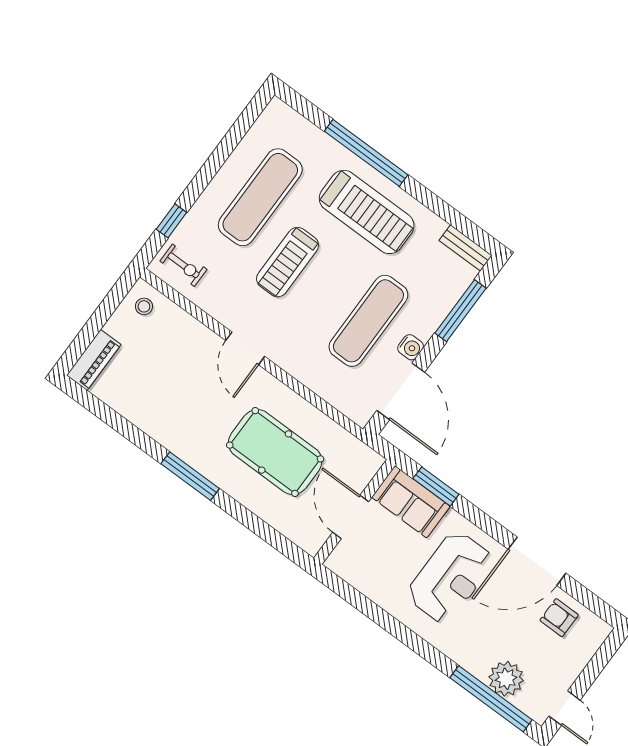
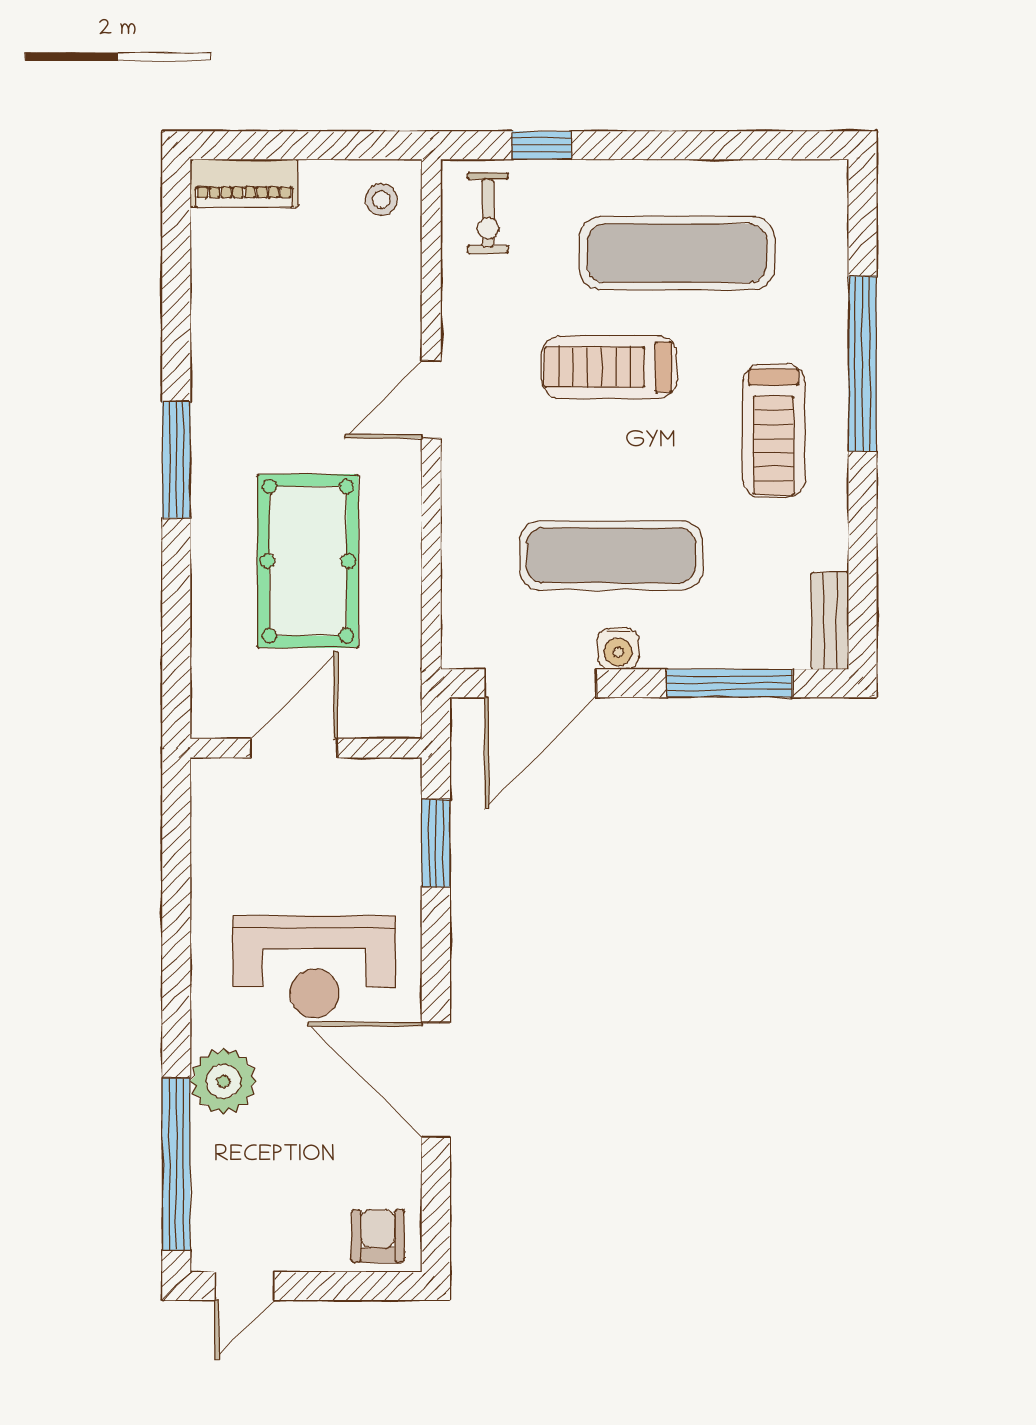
treadmill: (367, 212) -> (774, 431), width x0.73, depth x0.73
sofa: (411, 502) -> (384, 822), removed
armchair: (559, 618) -> (378, 1236), moved
plant: (506, 679) -> (223, 1081), moved

